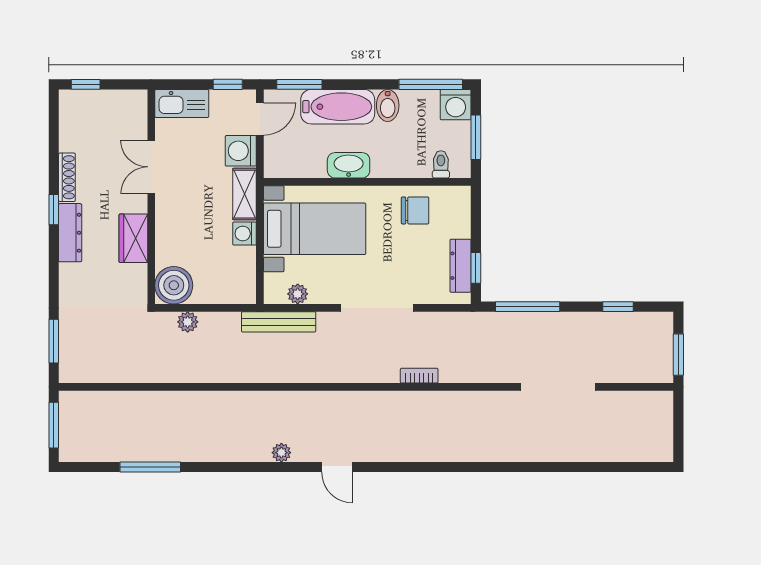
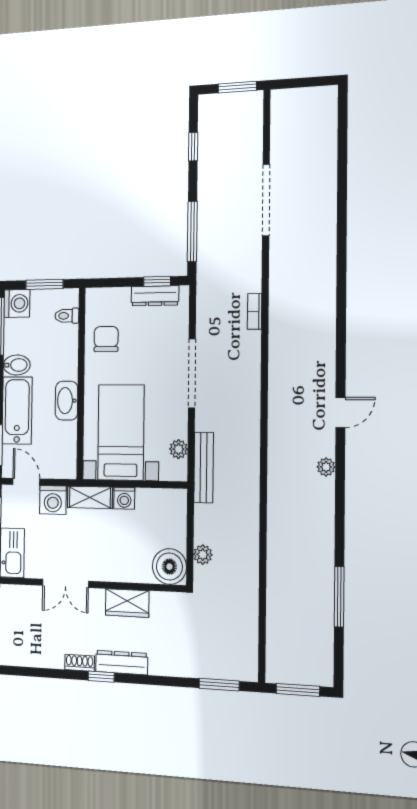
shoe rack: (67, 177) -> (80, 663), width x0.70
bookcase: (419, 376) -> (255, 311), moved

